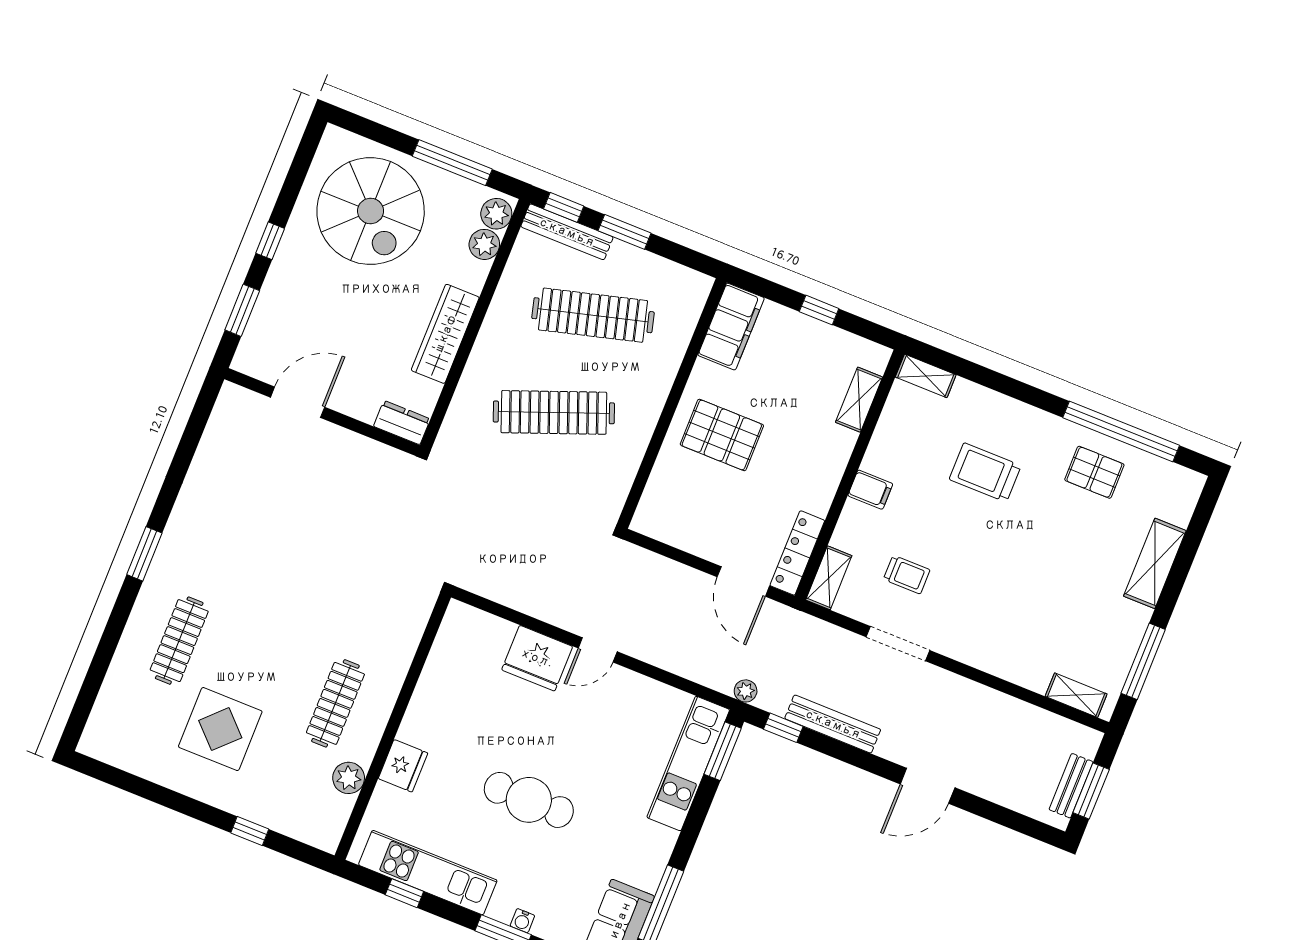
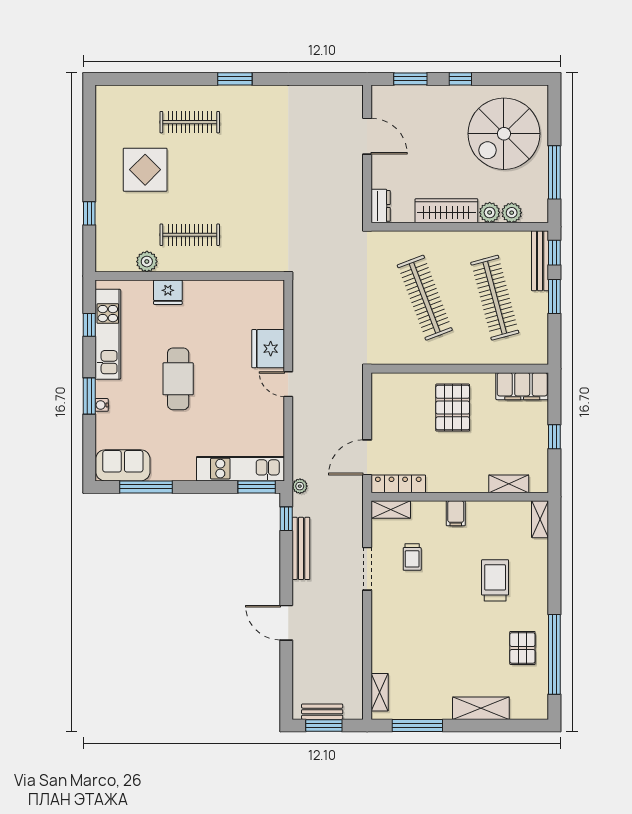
plant: (496, 214) -> (490, 212), moved

